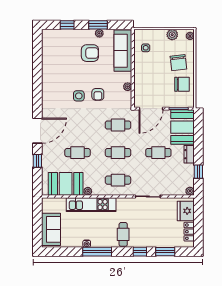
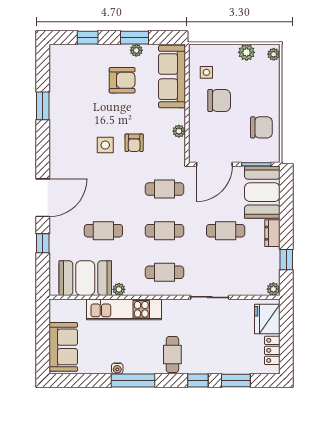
chair: (178, 63) -> (219, 100), moved, turned -83
window: (37, 70) -> (43, 106), added

